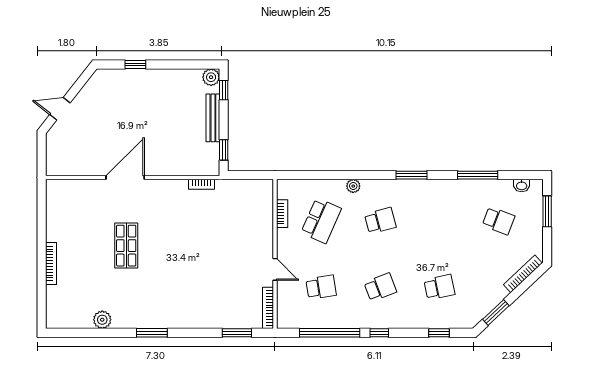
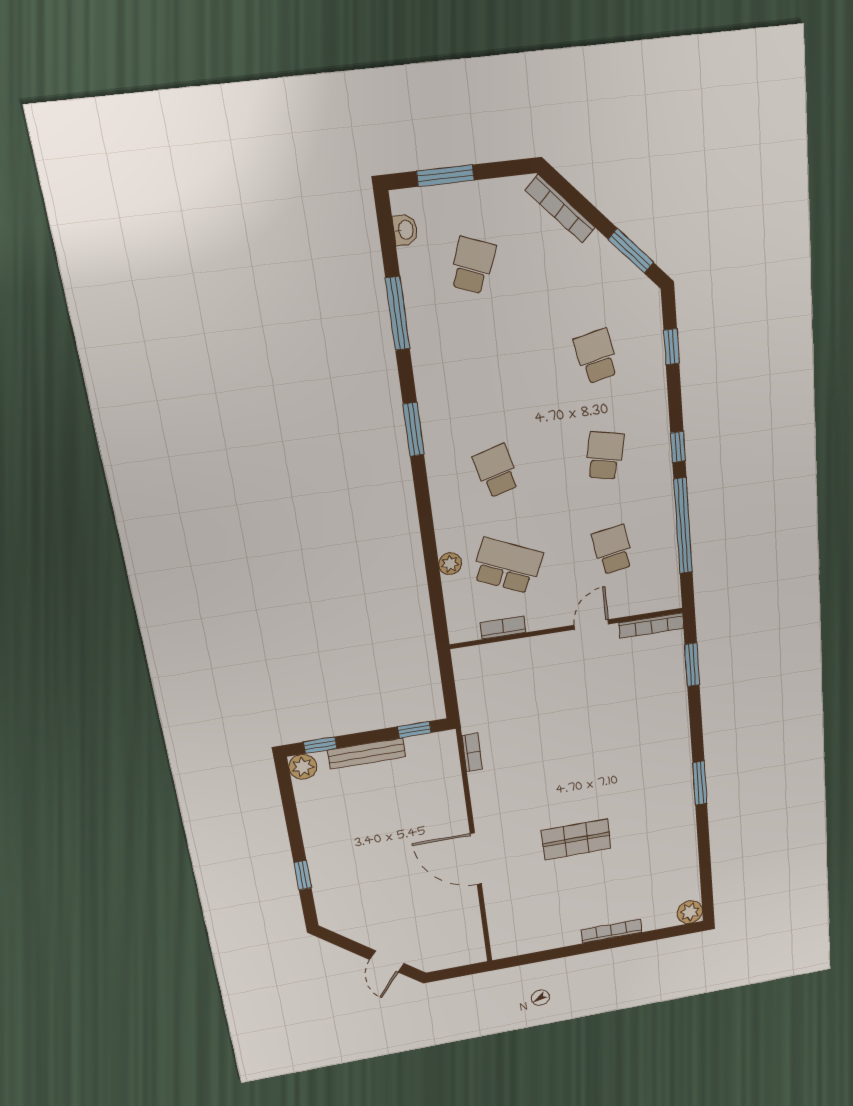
plant: (353, 186) -> (450, 564), moved
school desk: (380, 287) -> (605, 456), turned 33
plant: (102, 320) -> (690, 912), moved

